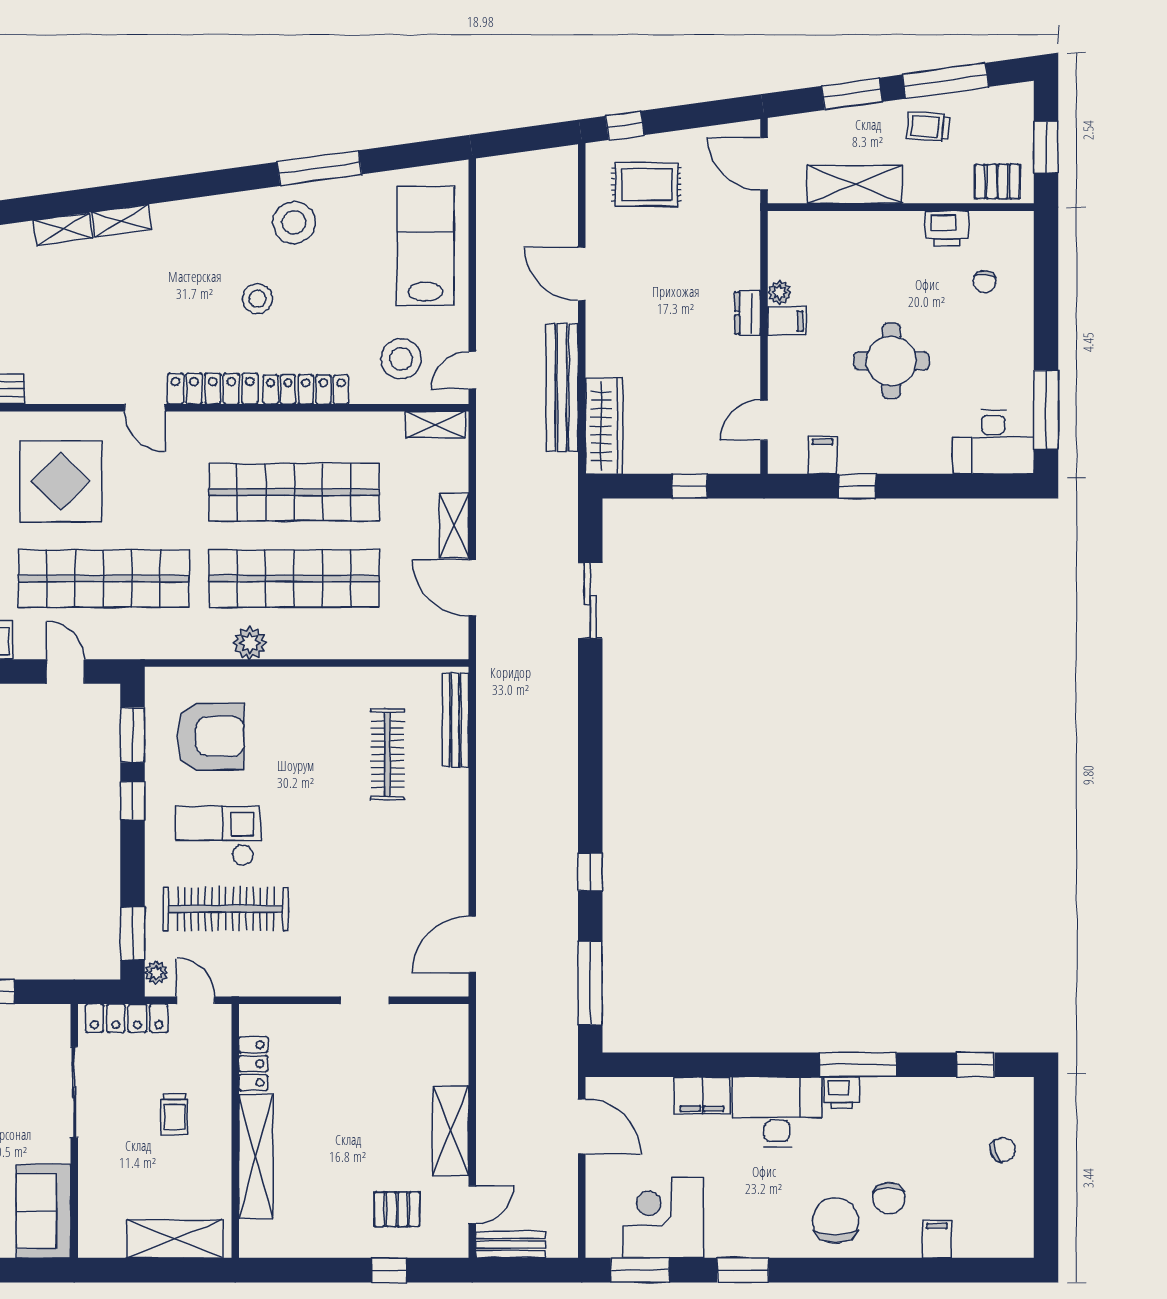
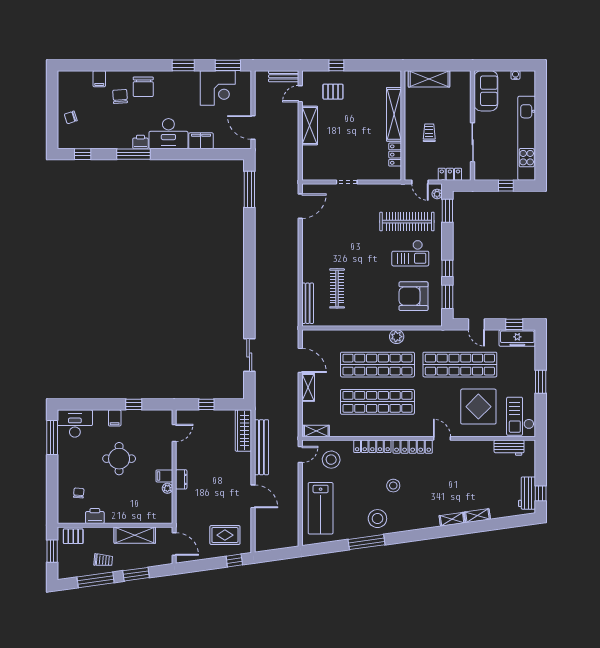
filing cabinet: (822, 455) -> (115, 418), moved
window: (590, 872) -> (249, 238), removed
locker: (127, 1018) -> (450, 174), width x0.66

